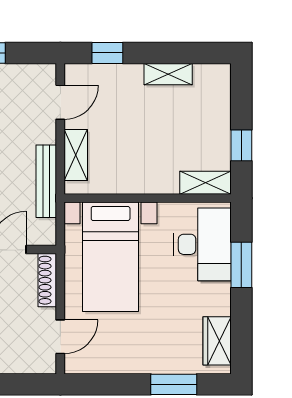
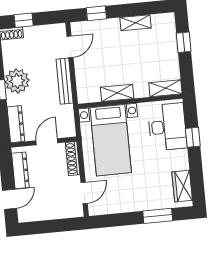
window: (241, 145) -> (184, 42), moved
shelving: (76, 155) -> (117, 93), moved, turned 90
bench: (46, 181) -> (65, 81), moved
window: (241, 265) -> (193, 137), width x0.67

